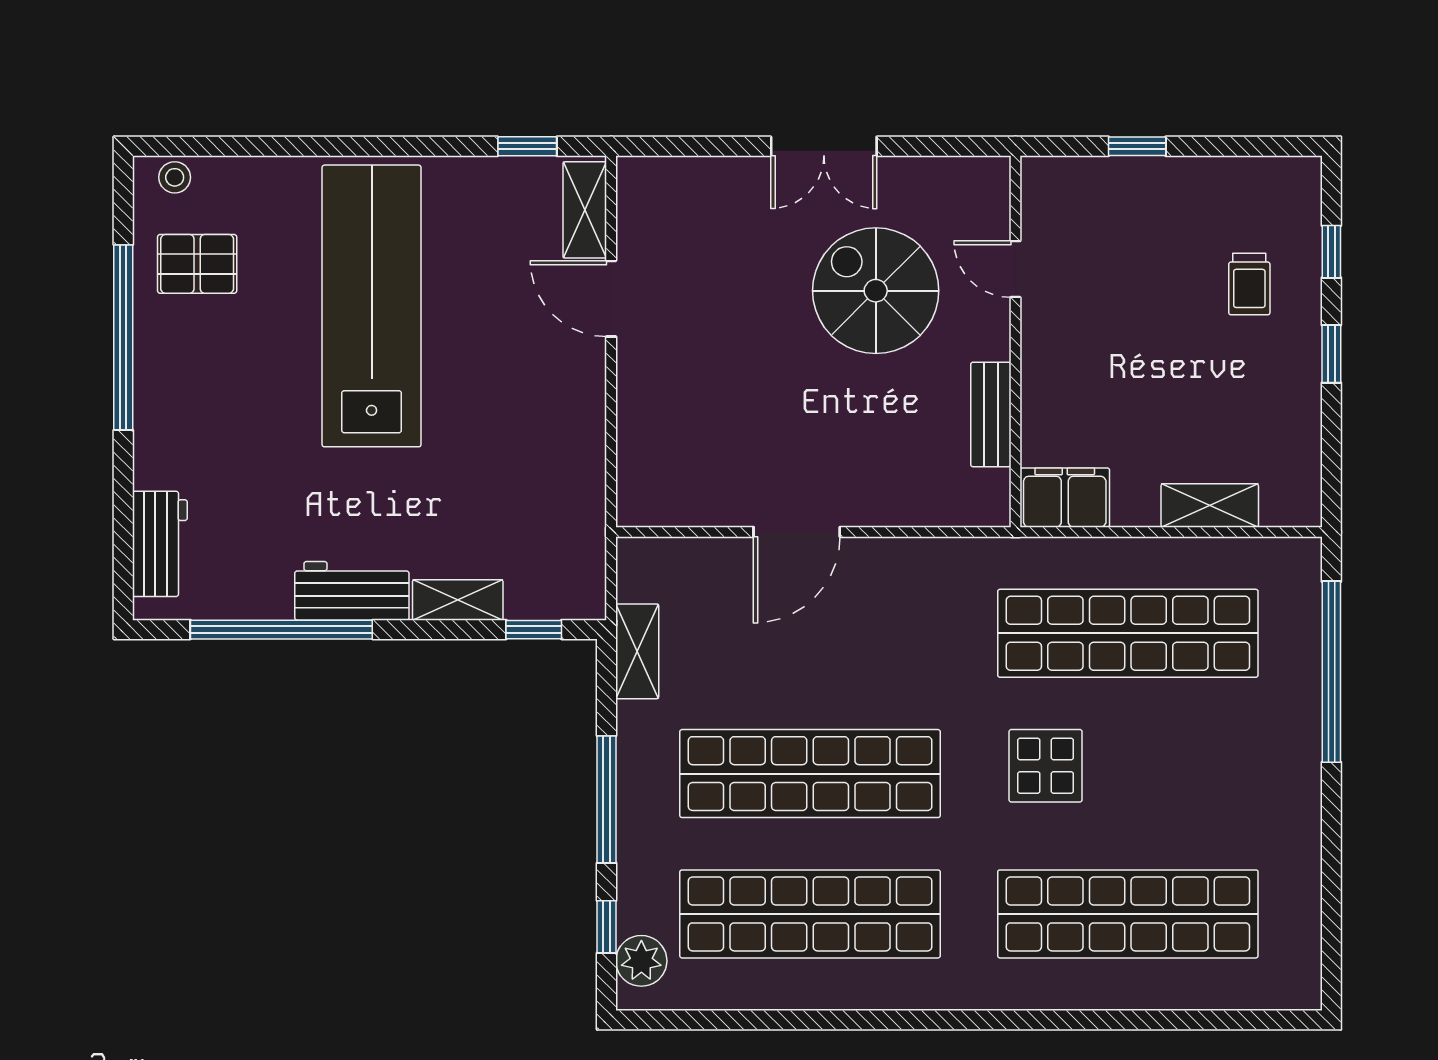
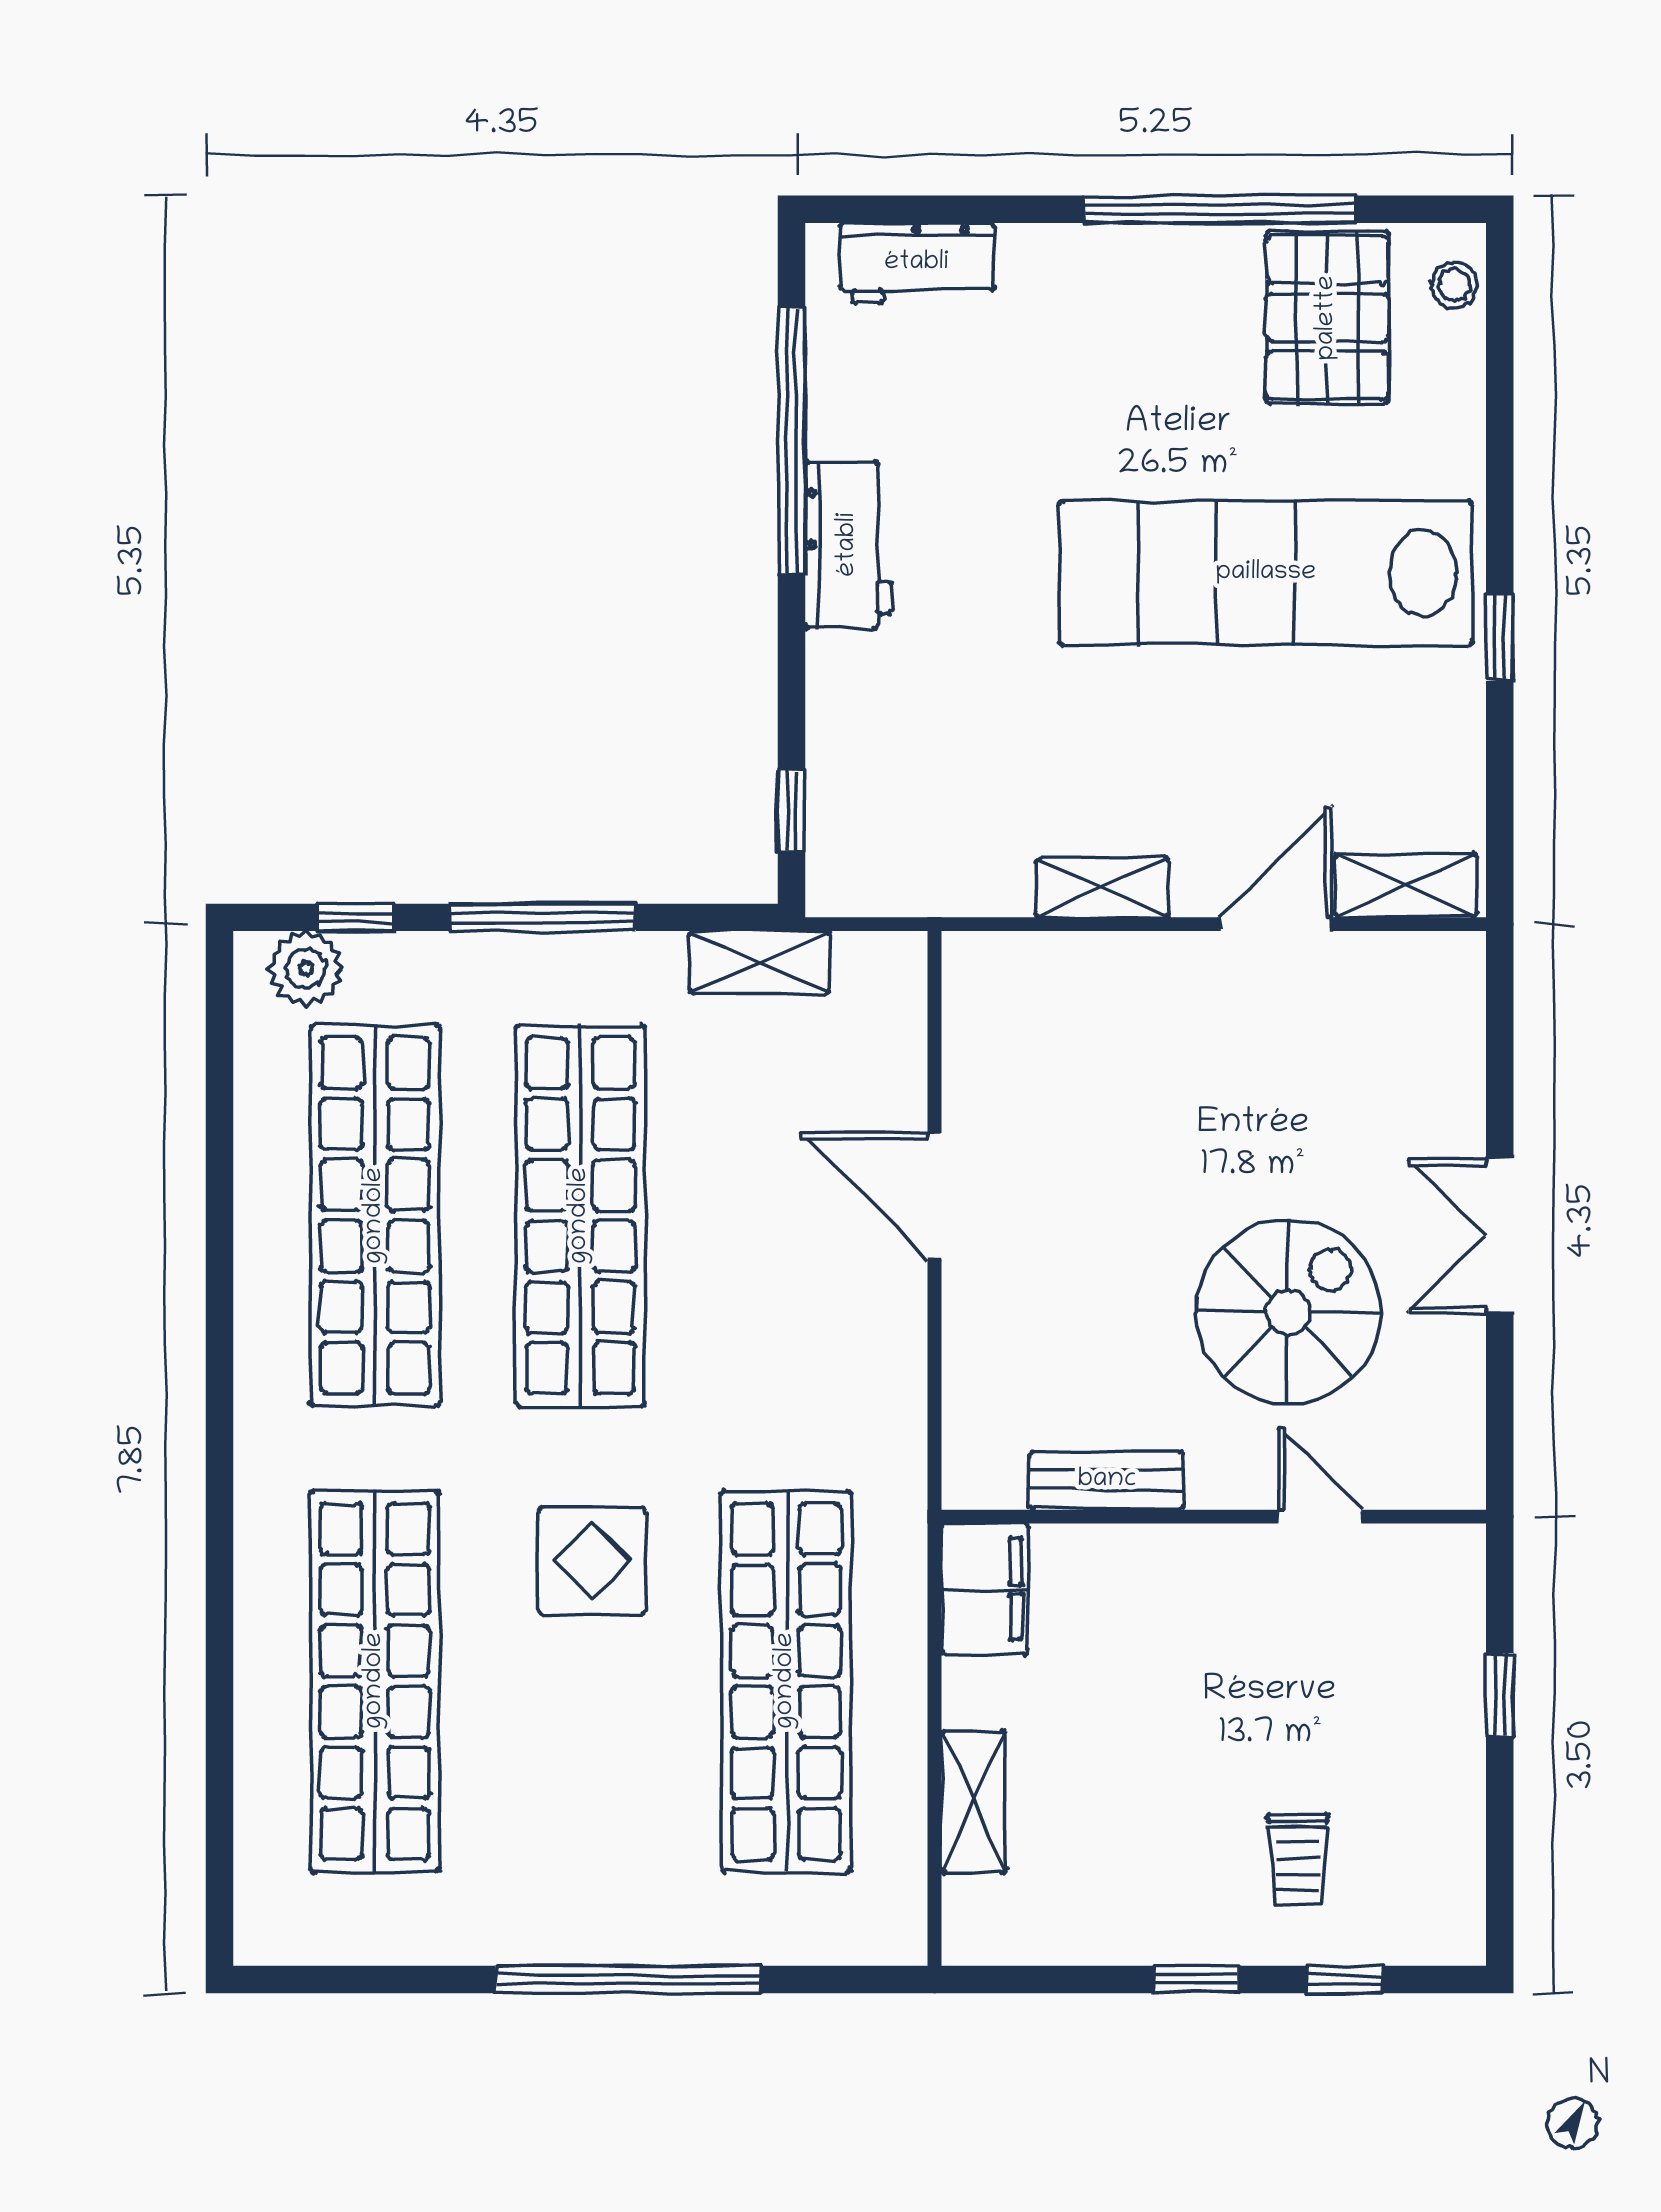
window: (527, 146) -> (1500, 637), moved
pallet: (197, 264) -> (1327, 318), width x1.50, depth x1.42
door: (1015, 269) -> (1320, 1517), hinge flipped
trolley: (1249, 284) -> (1298, 1859), turned -90
lab bench: (372, 306) -> (1266, 573), turned 180
shelving: (458, 600) -> (1102, 888), moved, turned 90
window: (1331, 672) -> (628, 1980), moved

